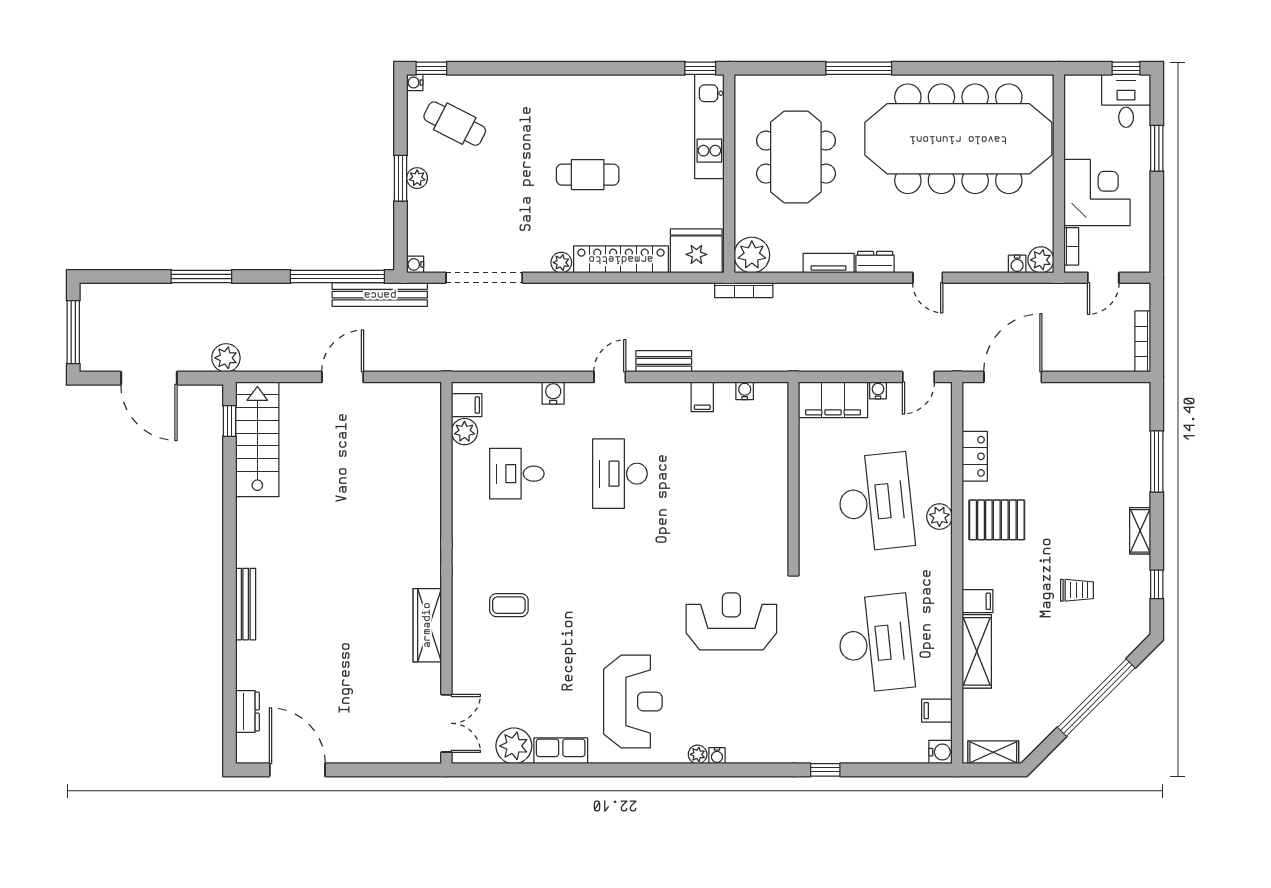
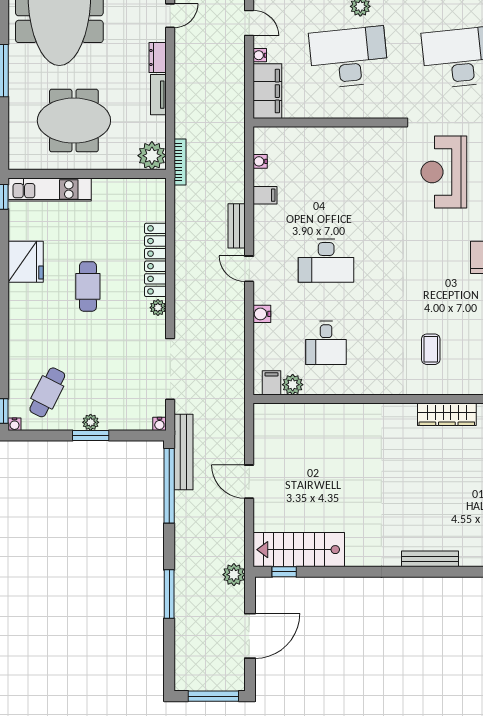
fridge: (696, 251) -> (26, 262), moved, turned 180

